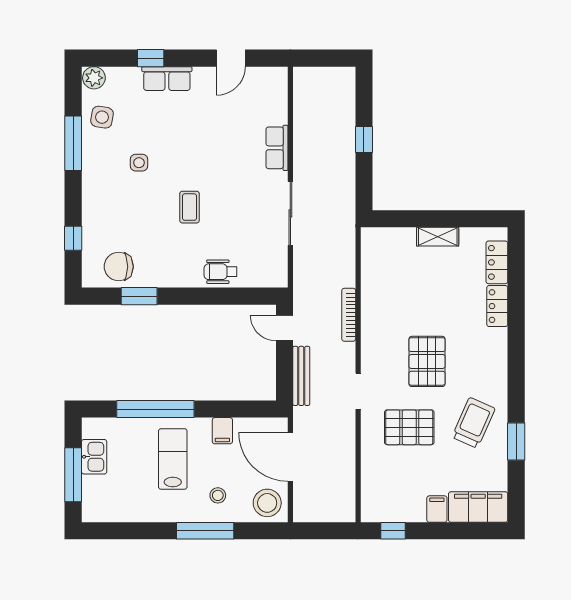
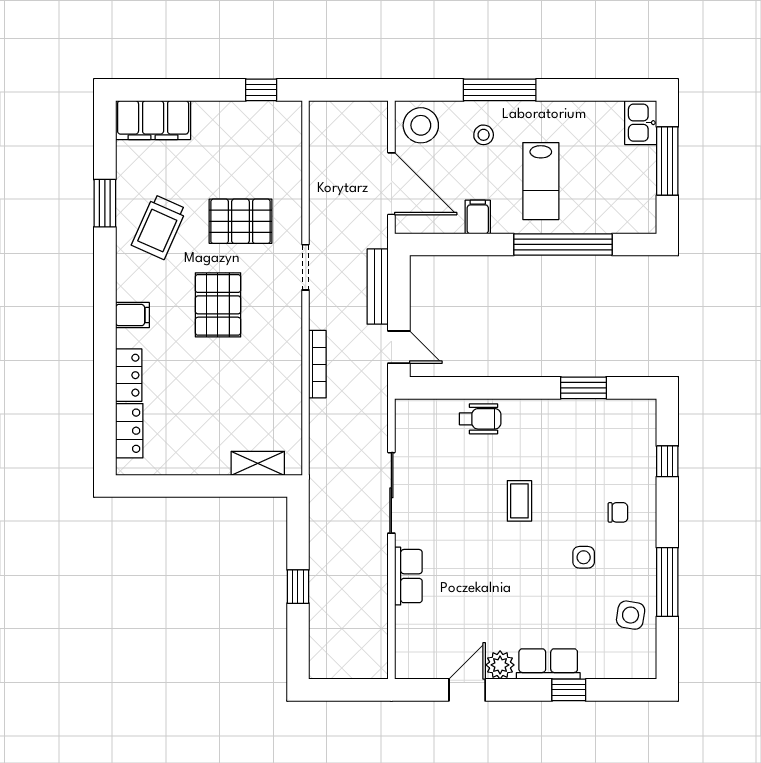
plant: (94, 78) -> (500, 665), moved
shelving: (438, 237) -> (258, 463), moved
chair: (119, 267) -> (618, 512), moved, width x0.54, depth x0.54
kitchen sink: (94, 457) -> (641, 123), moved
filing cabinet: (437, 509) -> (132, 315), moved, turned -90

